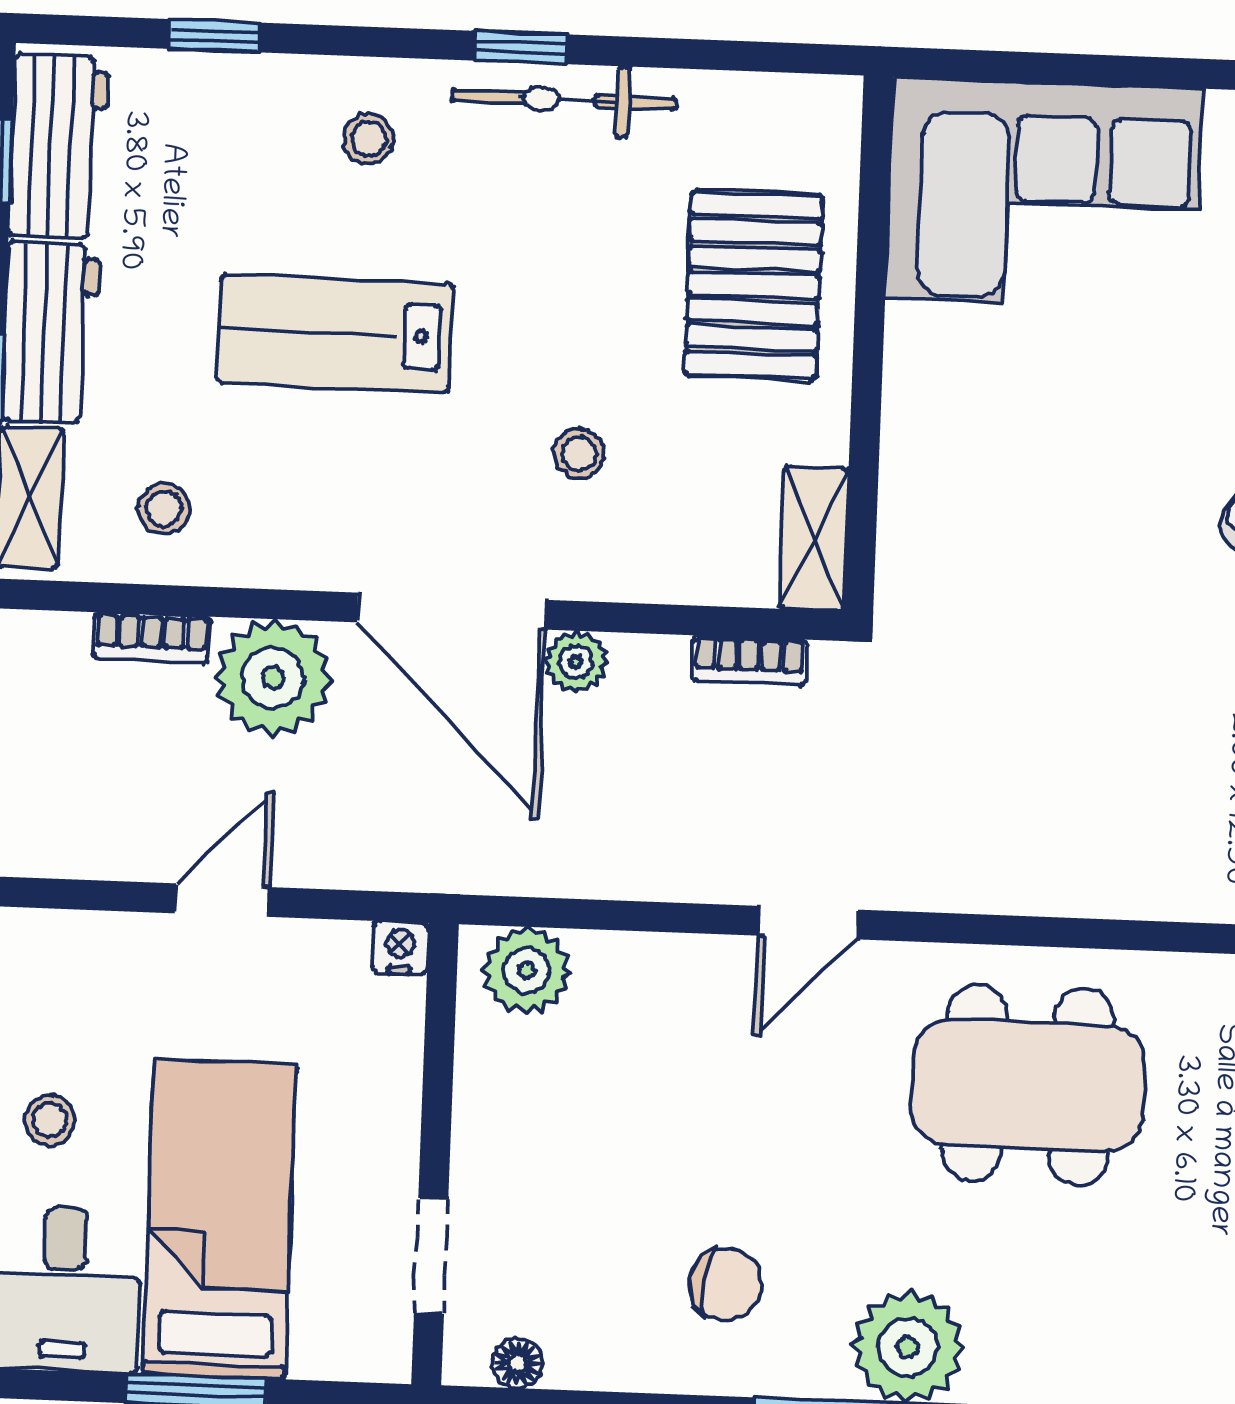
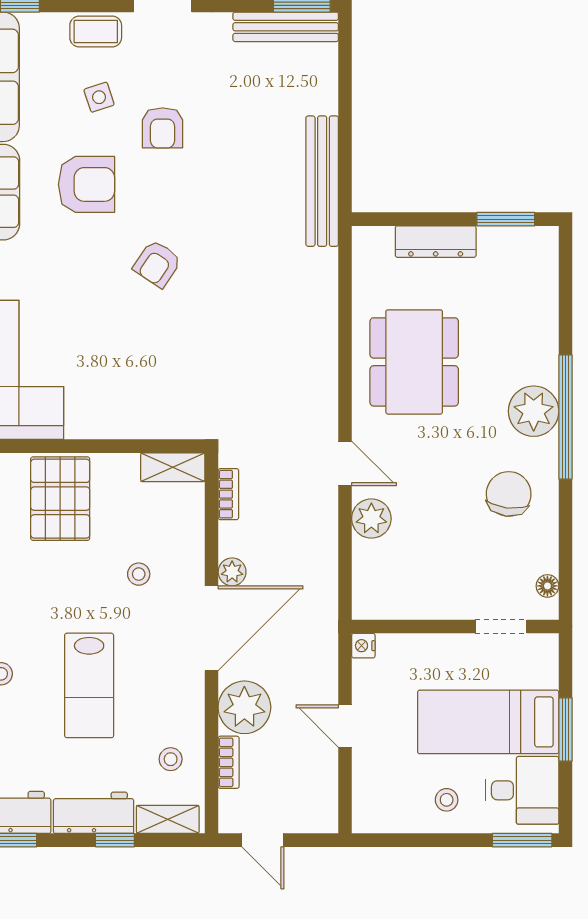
pallet: (754, 285) -> (60, 499), turned 90
plant: (527, 971) -> (371, 519), moved
chair: (726, 1284) -> (509, 494), width x1.37, depth x1.37

